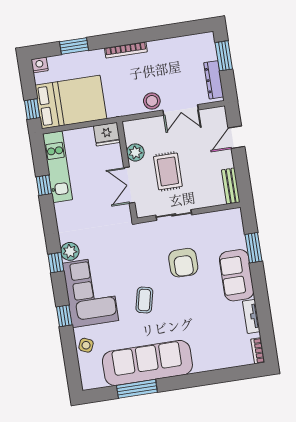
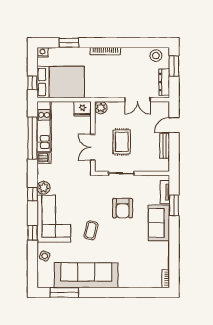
stool: (152, 101) -> (156, 56), moved
plant: (135, 152) -> (101, 108), moved
window: (44, 185) -> (32, 138), width x3.17
bench: (231, 186) -> (165, 146), moved
dishwasher: (64, 210) -> (44, 158), added
tv unit: (251, 316) -> (165, 192), moved
window: (137, 389) -> (64, 292), moved

